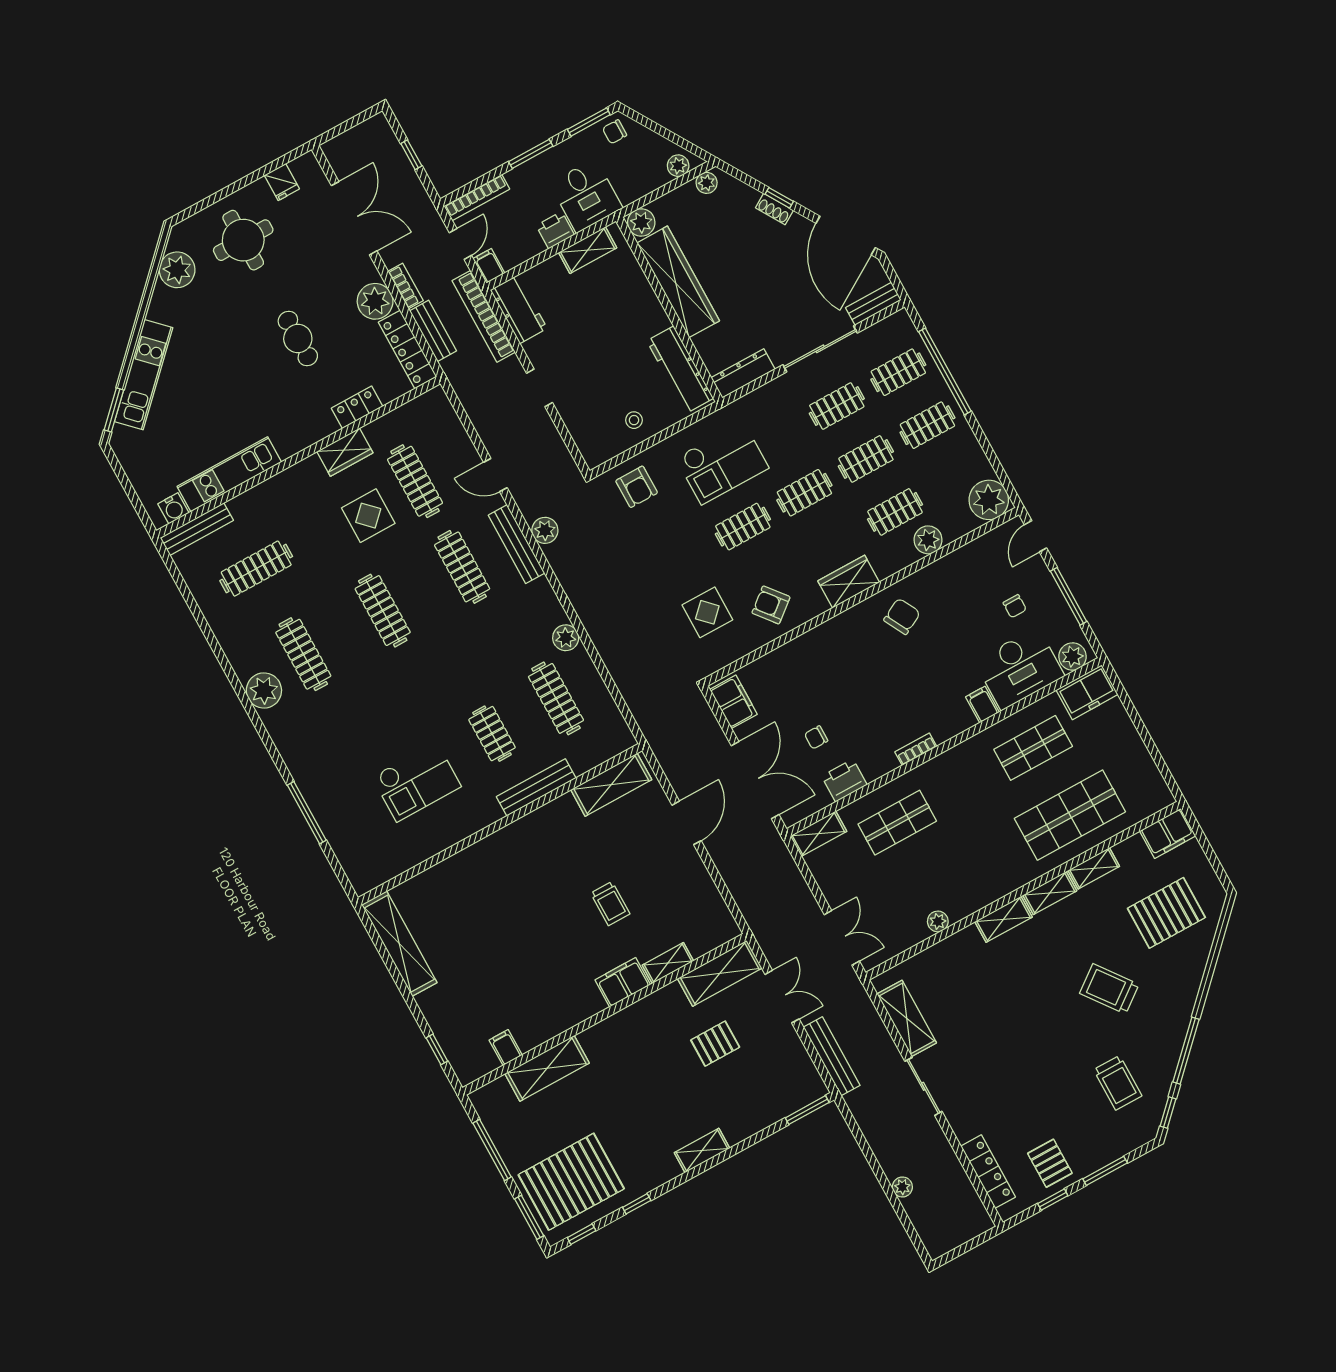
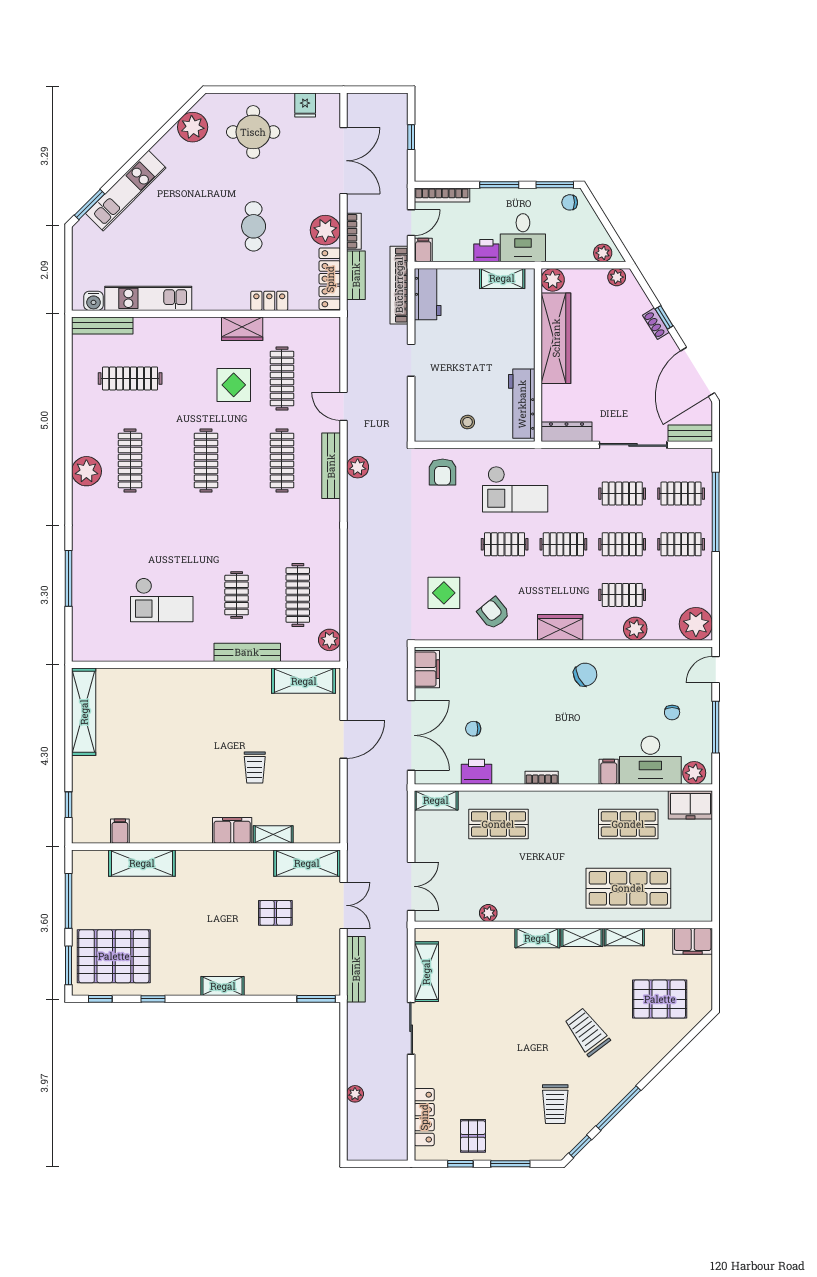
plant: (566, 638) -> (329, 640), moved

